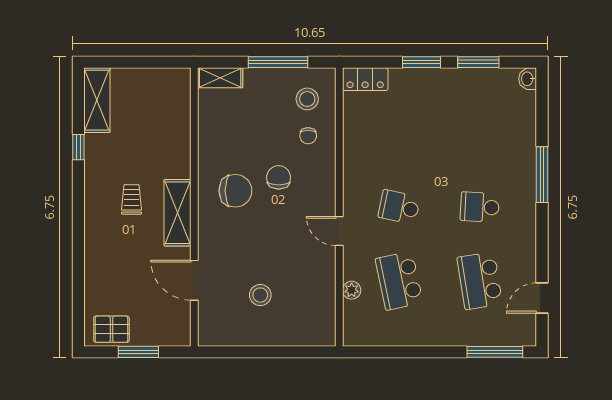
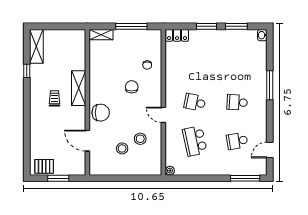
stool: (307, 99) -> (140, 139), moved
chair: (235, 191) -> (101, 113), moved
shelving: (178, 213) -> (79, 88), moved
school desk: (480, 281) -> (237, 141), width x0.54
plant: (352, 290) -> (170, 171), moved

